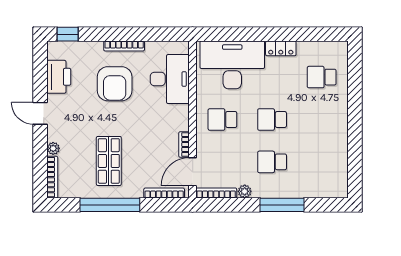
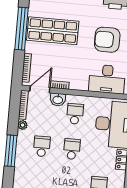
washbasin: (205, 145) -> (58, 100), added
shop shelf: (109, 161) -> (53, 31), width x1.43, depth x1.36
door: (193, 172) -> (40, 89), hinge flipped

